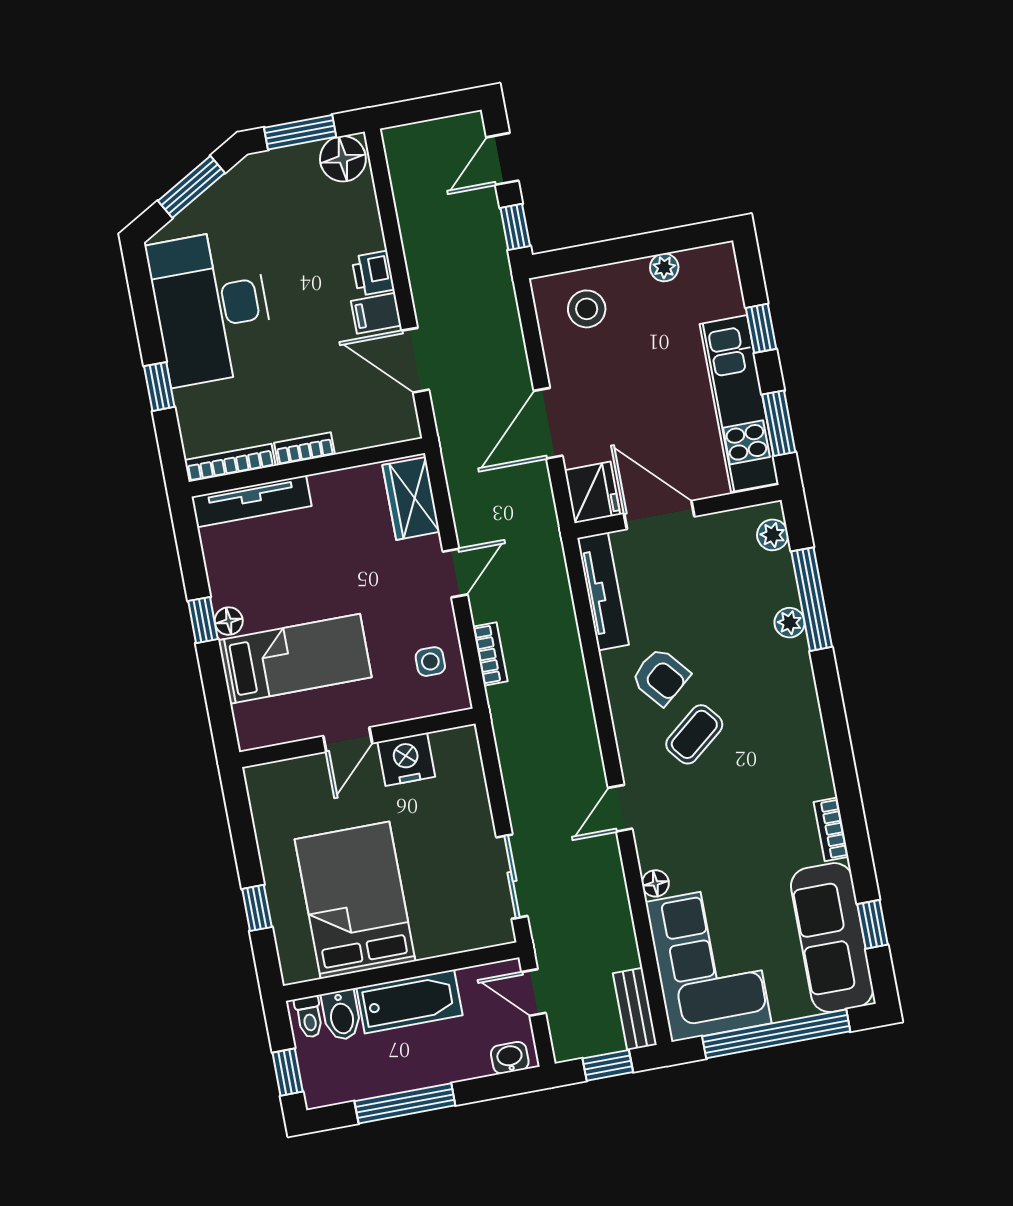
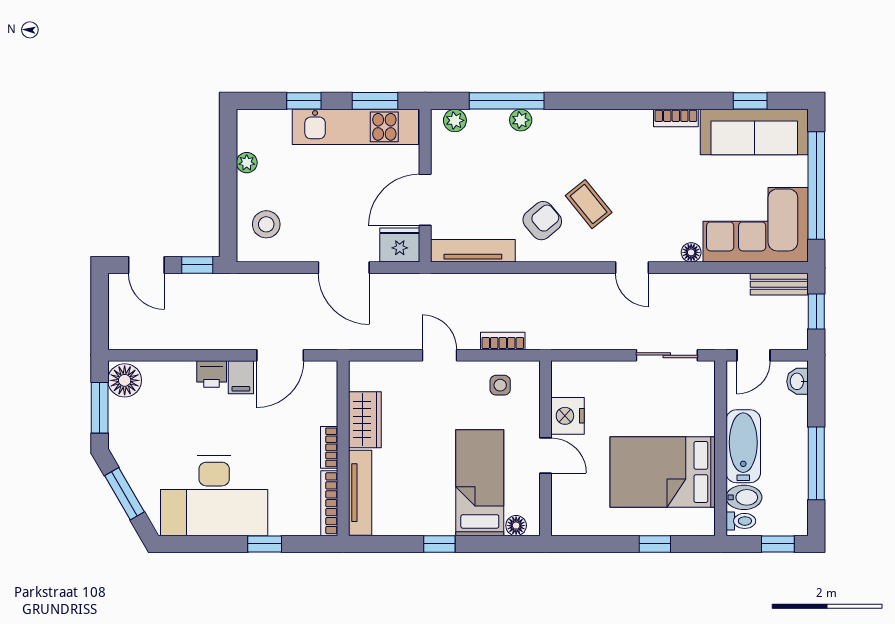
wardrobe: (411, 498) -> (365, 420), moved, turned -90
floor lamp: (229, 621) -> (516, 526), moved

